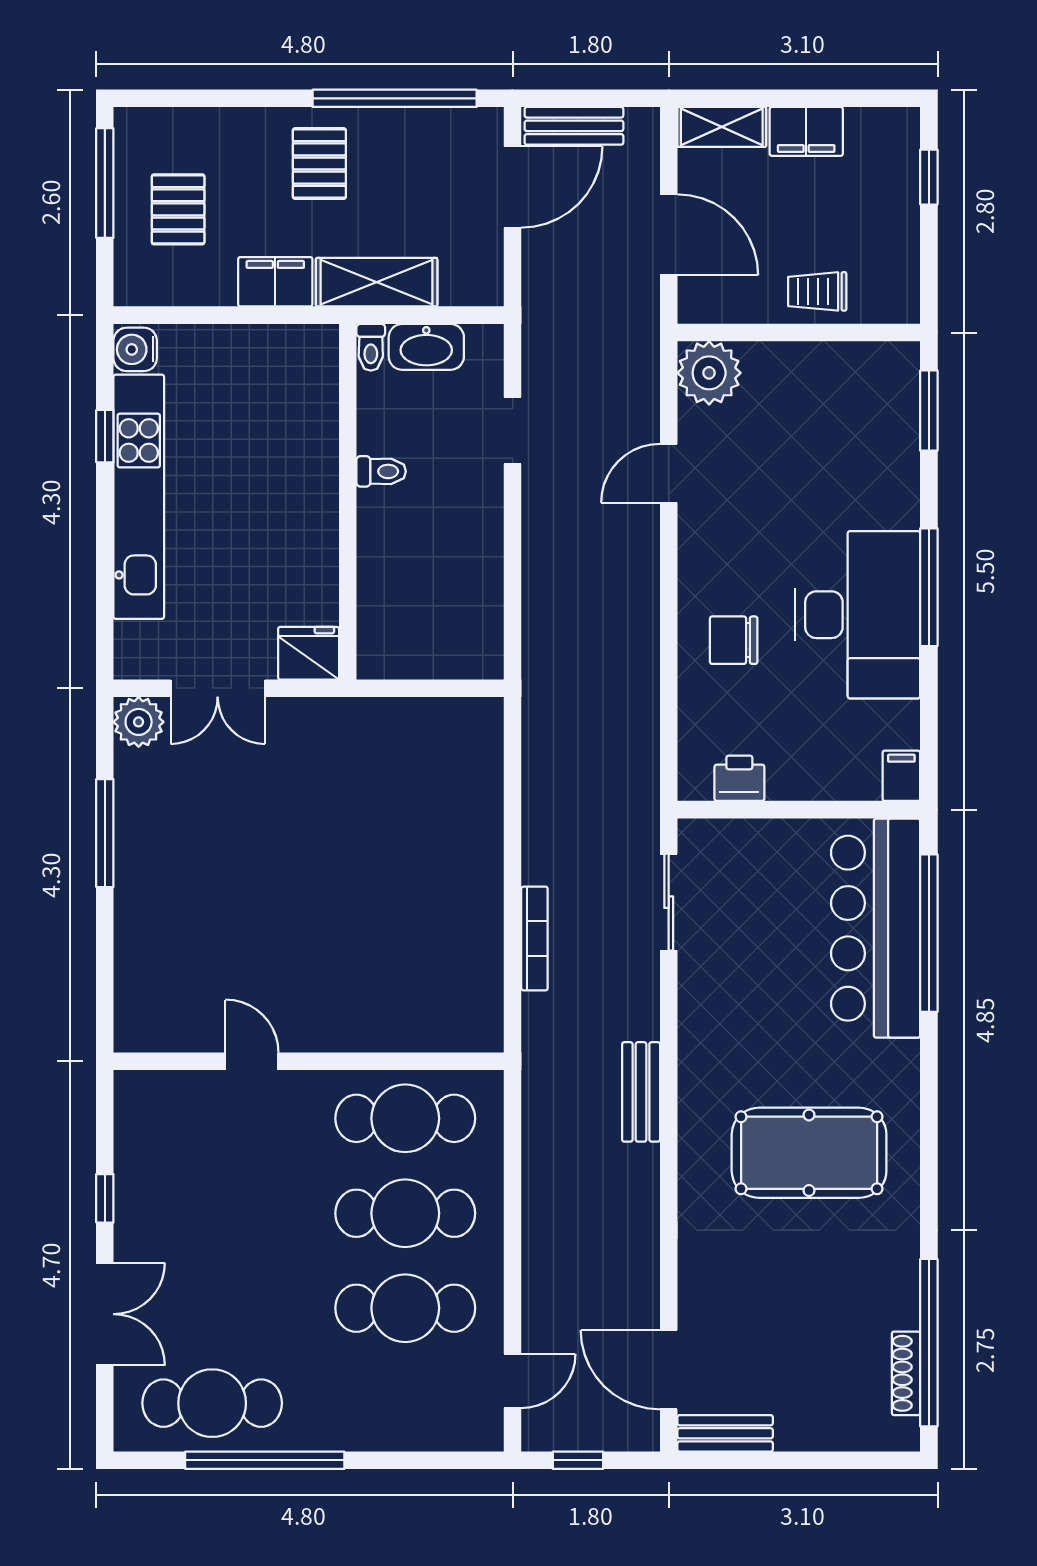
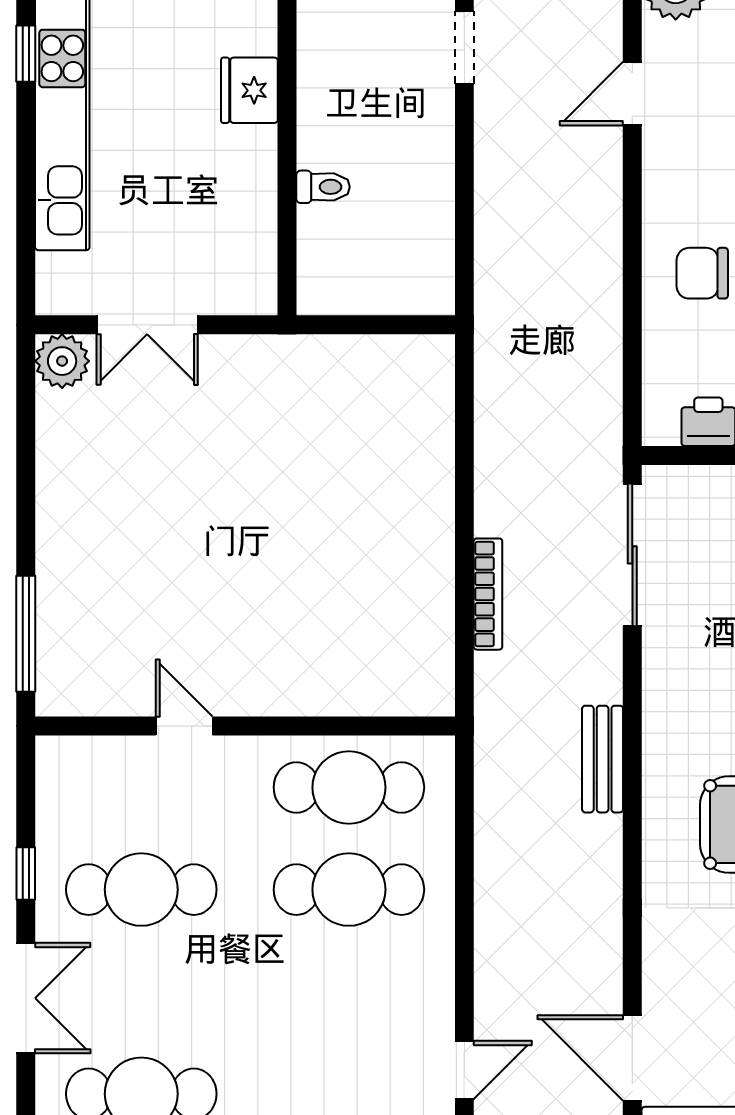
toilet: (381, 471) -> (323, 187), moved
fridge: (309, 653) -> (249, 90), moved, turned -90
window: (105, 833) -> (26, 634), moved
sliding door: (669, 902) -> (632, 555), width x1.37
cafe table: (405, 1308) -> (141, 890), moved

